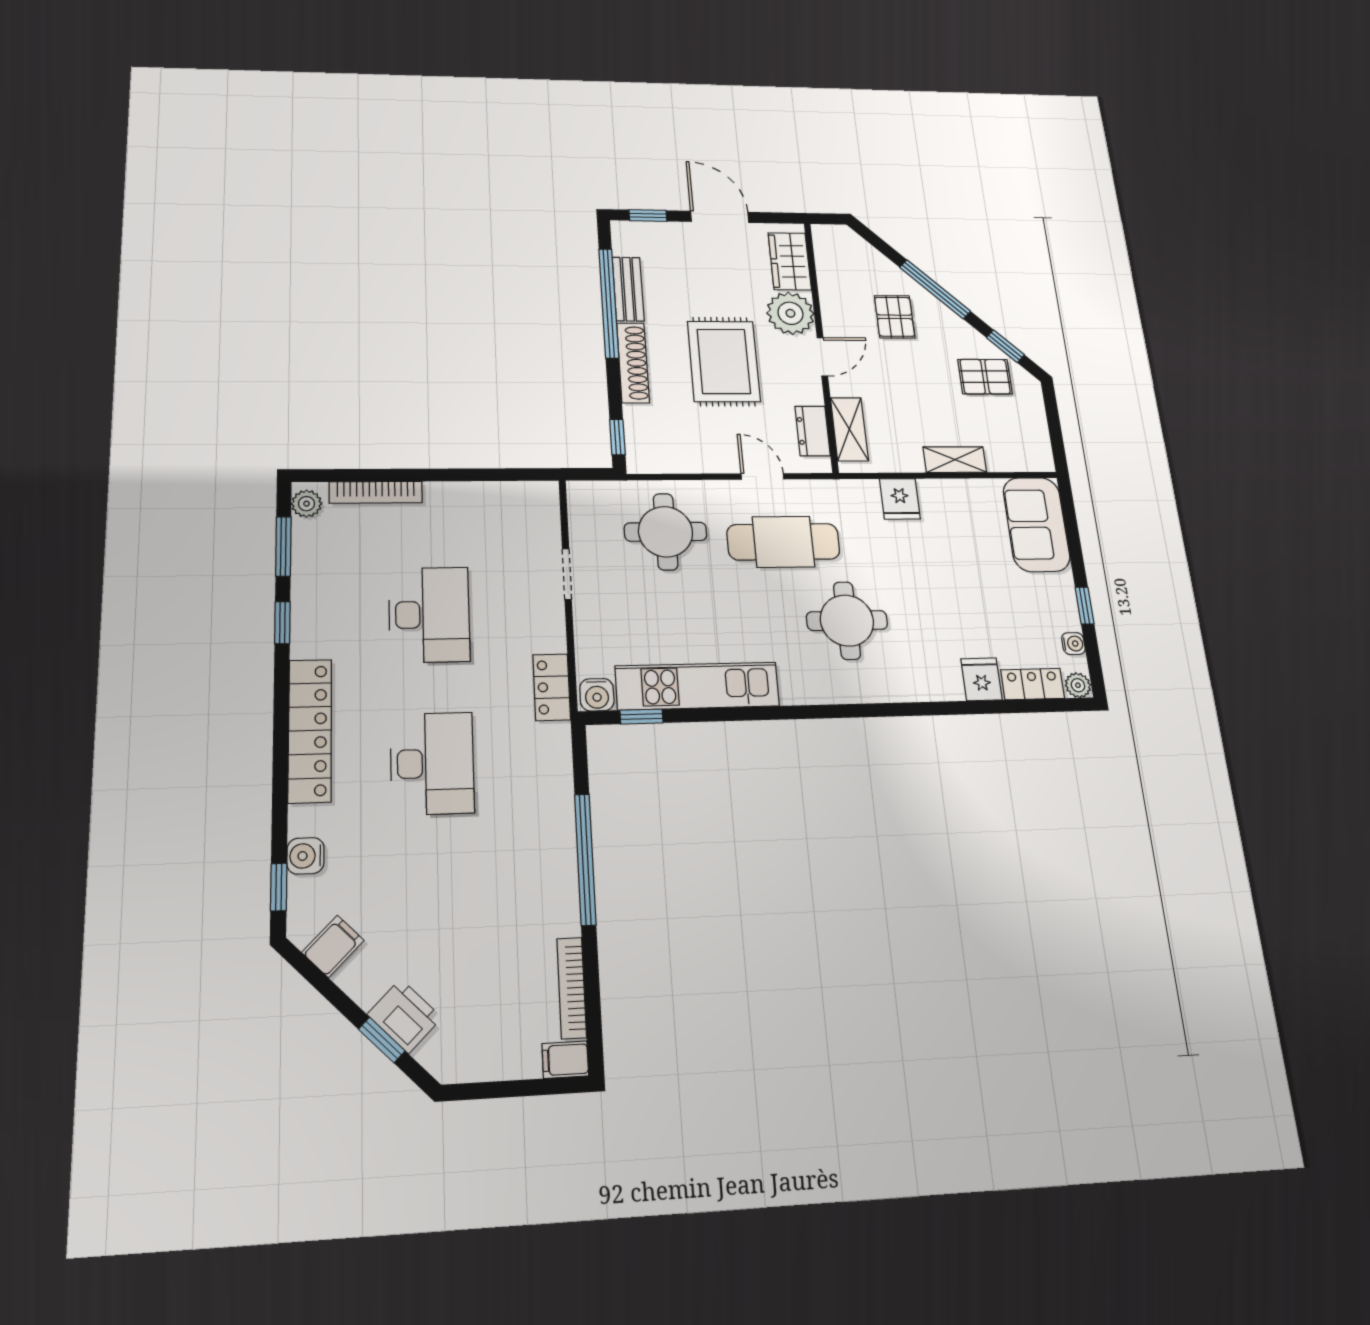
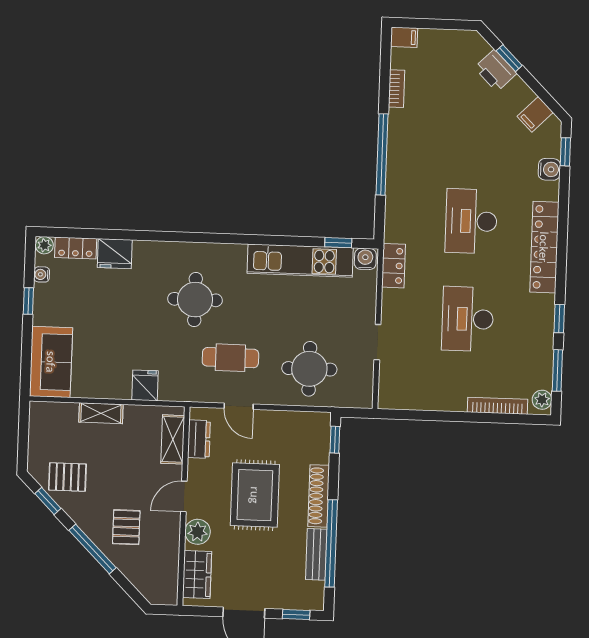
plant: (790, 313) -> (198, 532), width x0.73, depth x0.73
cafe table: (783, 542) -> (230, 358), width x0.73, depth x0.74
fridge: (981, 679) -> (115, 254), width x1.38
bookcase: (572, 988) -> (396, 89), width x0.64

